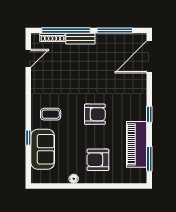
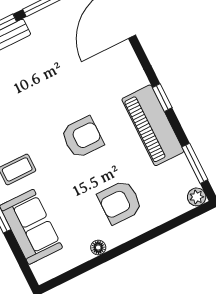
piano: (137, 144) -> (153, 125), moved
plant: (141, 178) -> (197, 197), added

